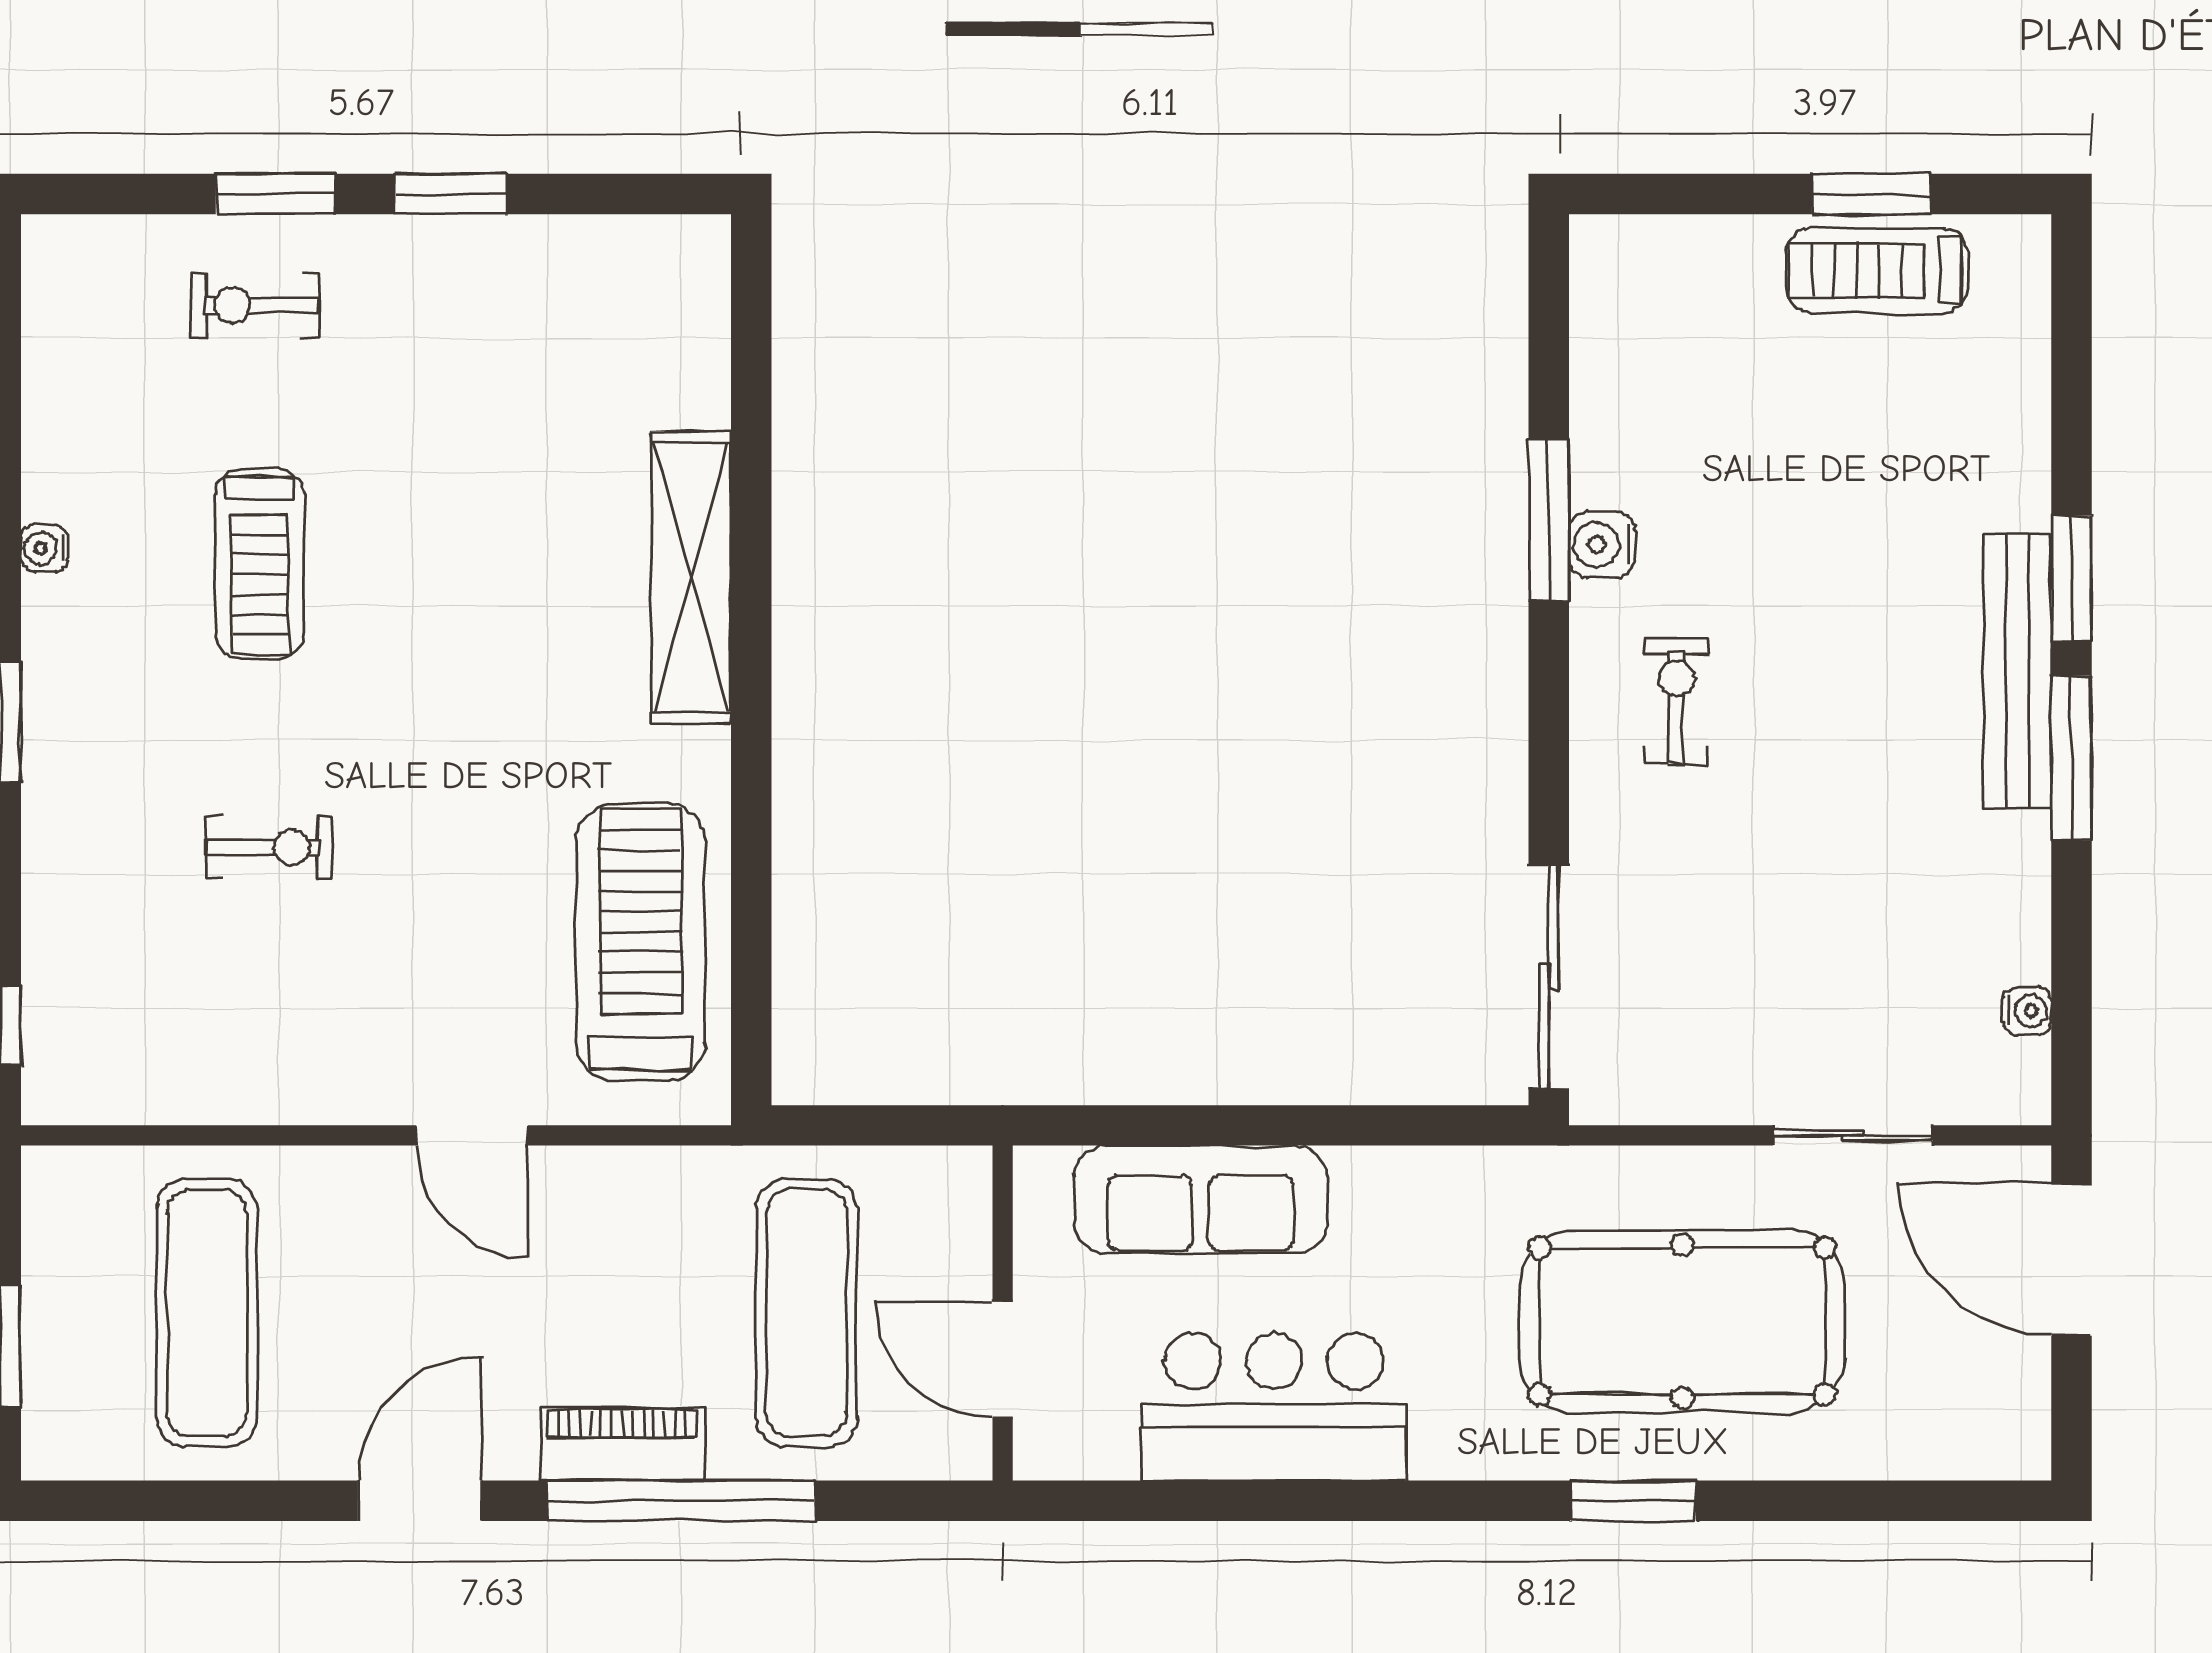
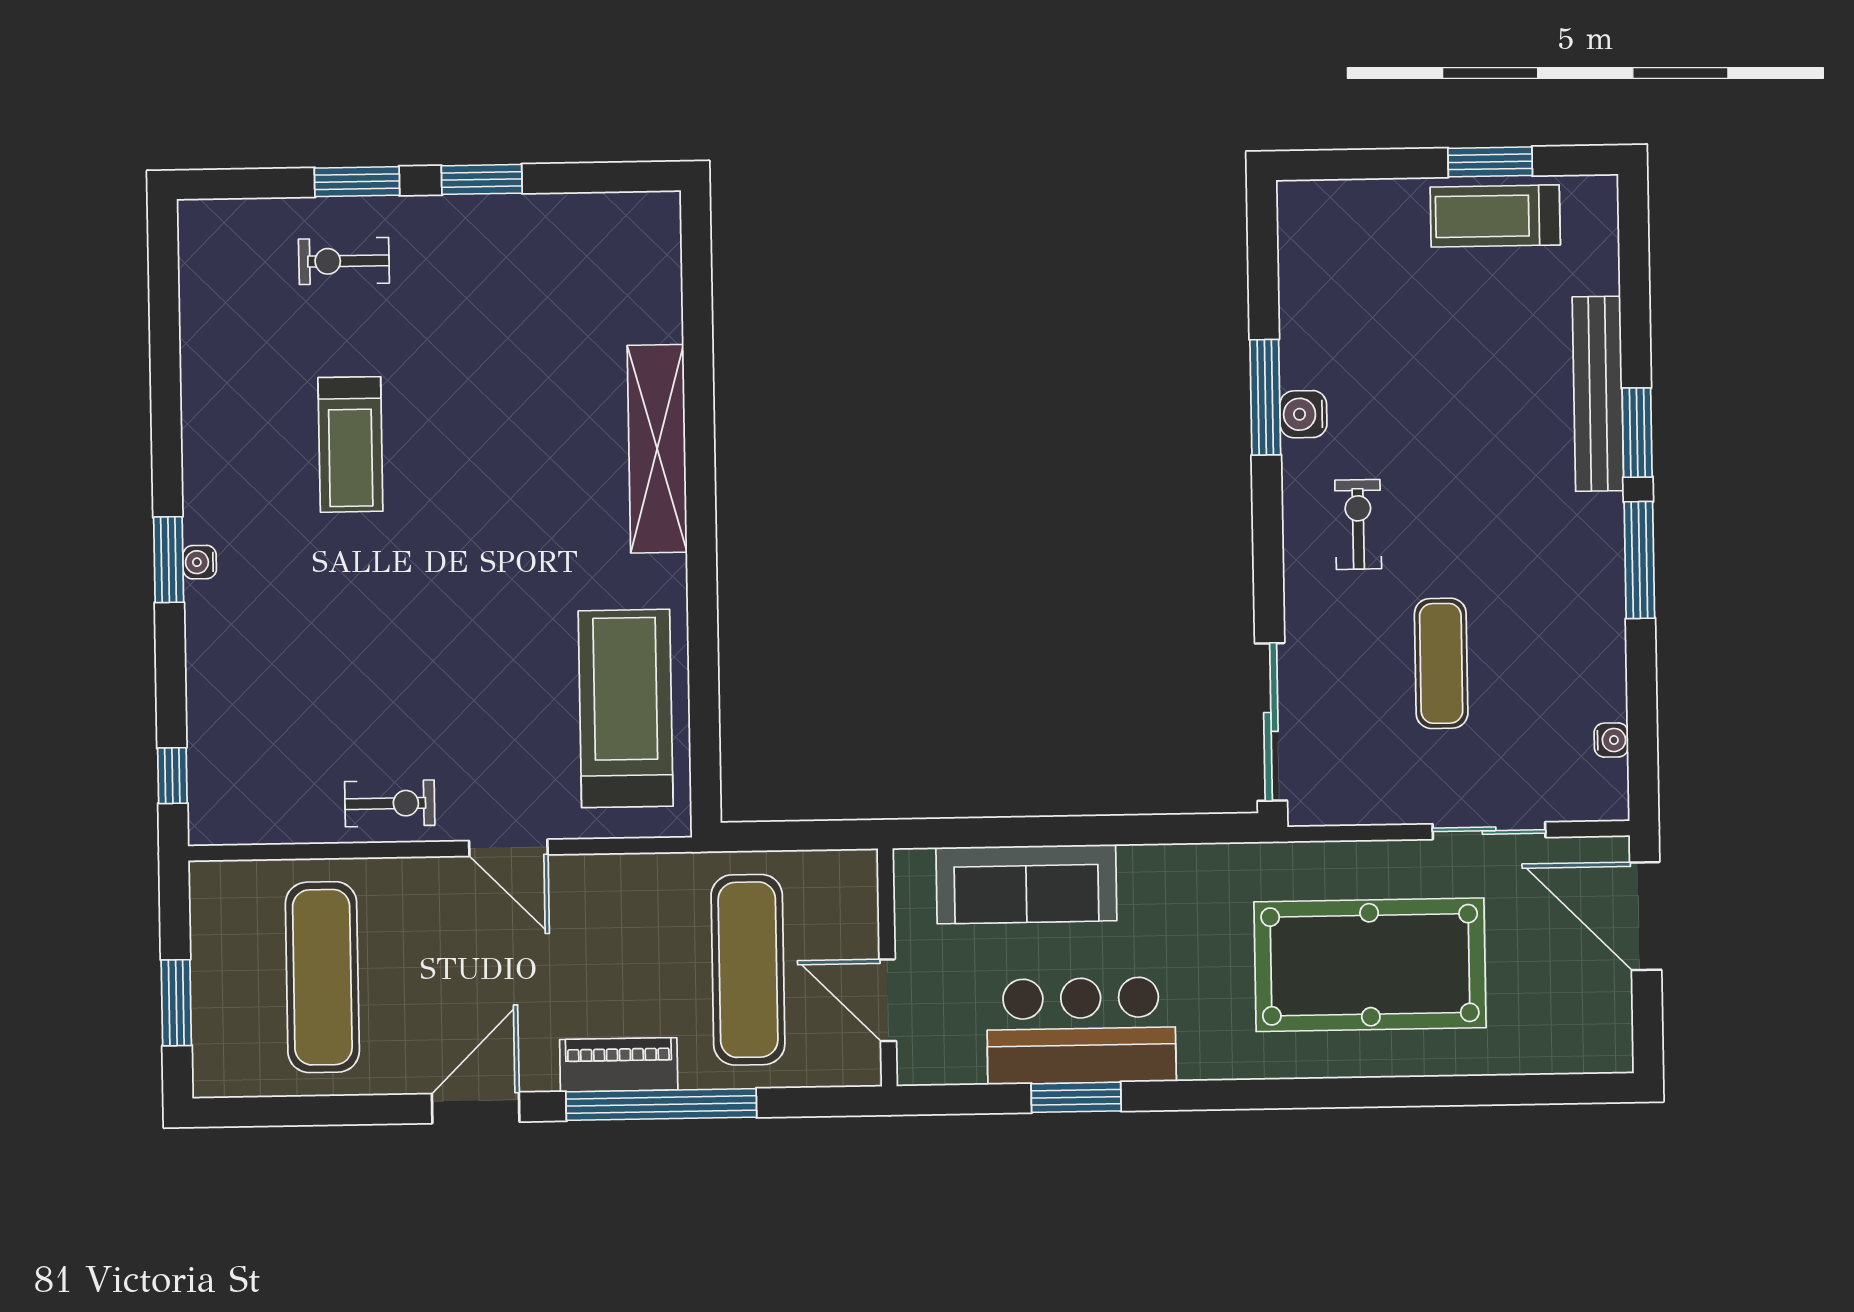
water cooler: (44, 548) -> (200, 562), moved
bench: (2017, 671) -> (1598, 394), moved
exercise bike: (269, 848) -> (390, 803), moved
exercise mat: (1790, 899) -> (1441, 663), added
window: (1633, 1501) -> (1076, 1097), moved

